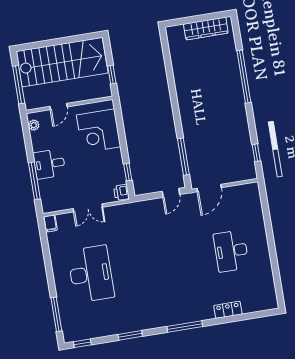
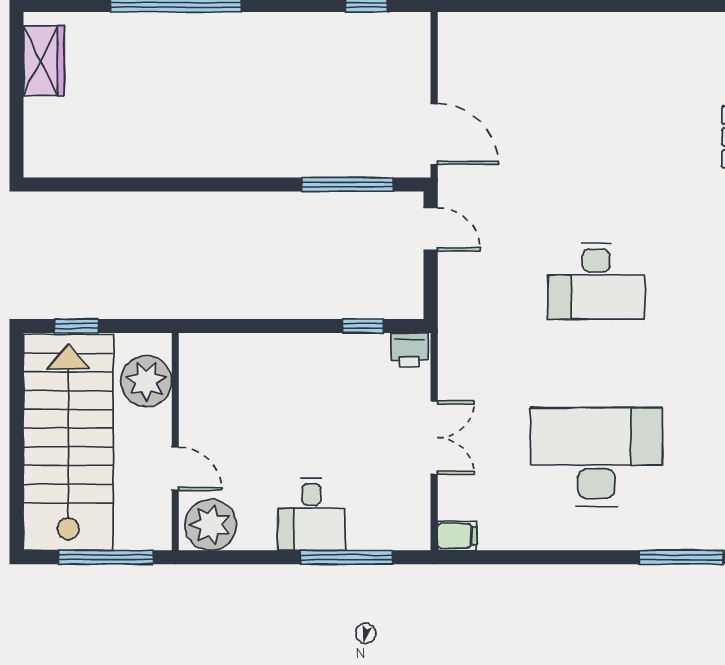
wardrobe: (206, 28) -> (44, 61), width x0.67
window: (112, 75) -> (76, 326), moved
plant: (92, 89) -> (146, 381), added
plant: (34, 125) -> (211, 525), width x1.88, depth x1.88
corner desk: (99, 131) -> (250, 381), removed
desk: (231, 251) -> (596, 281), moved

